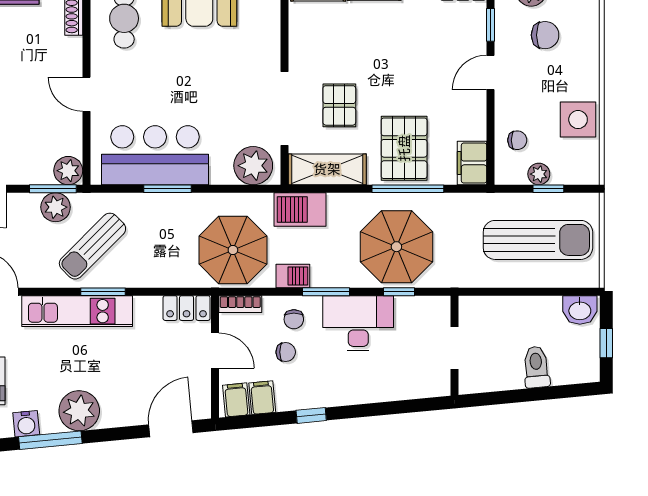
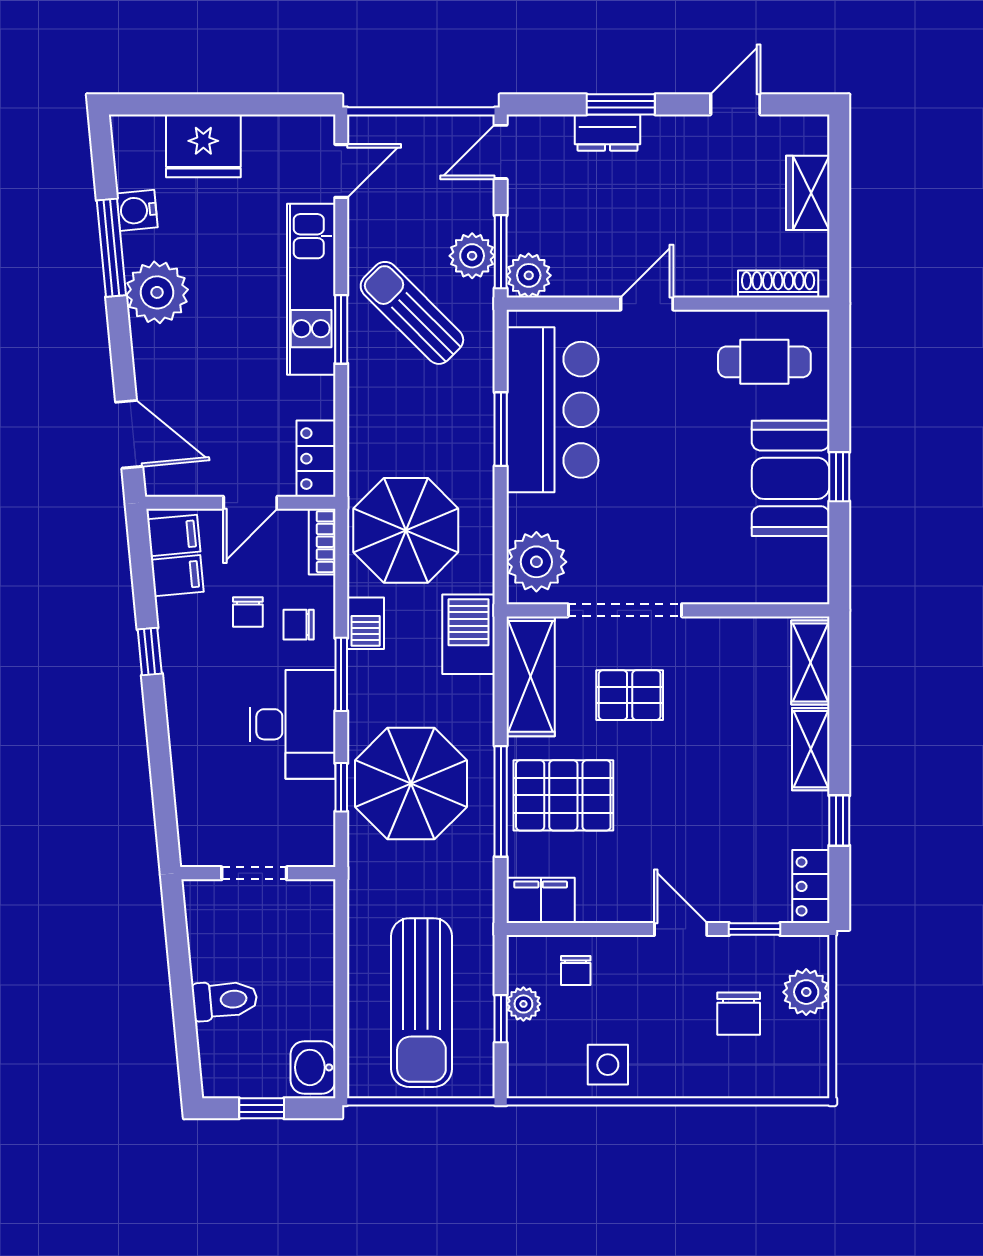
side table: (578, 120) -> (608, 1065), width x0.73, depth x0.73

